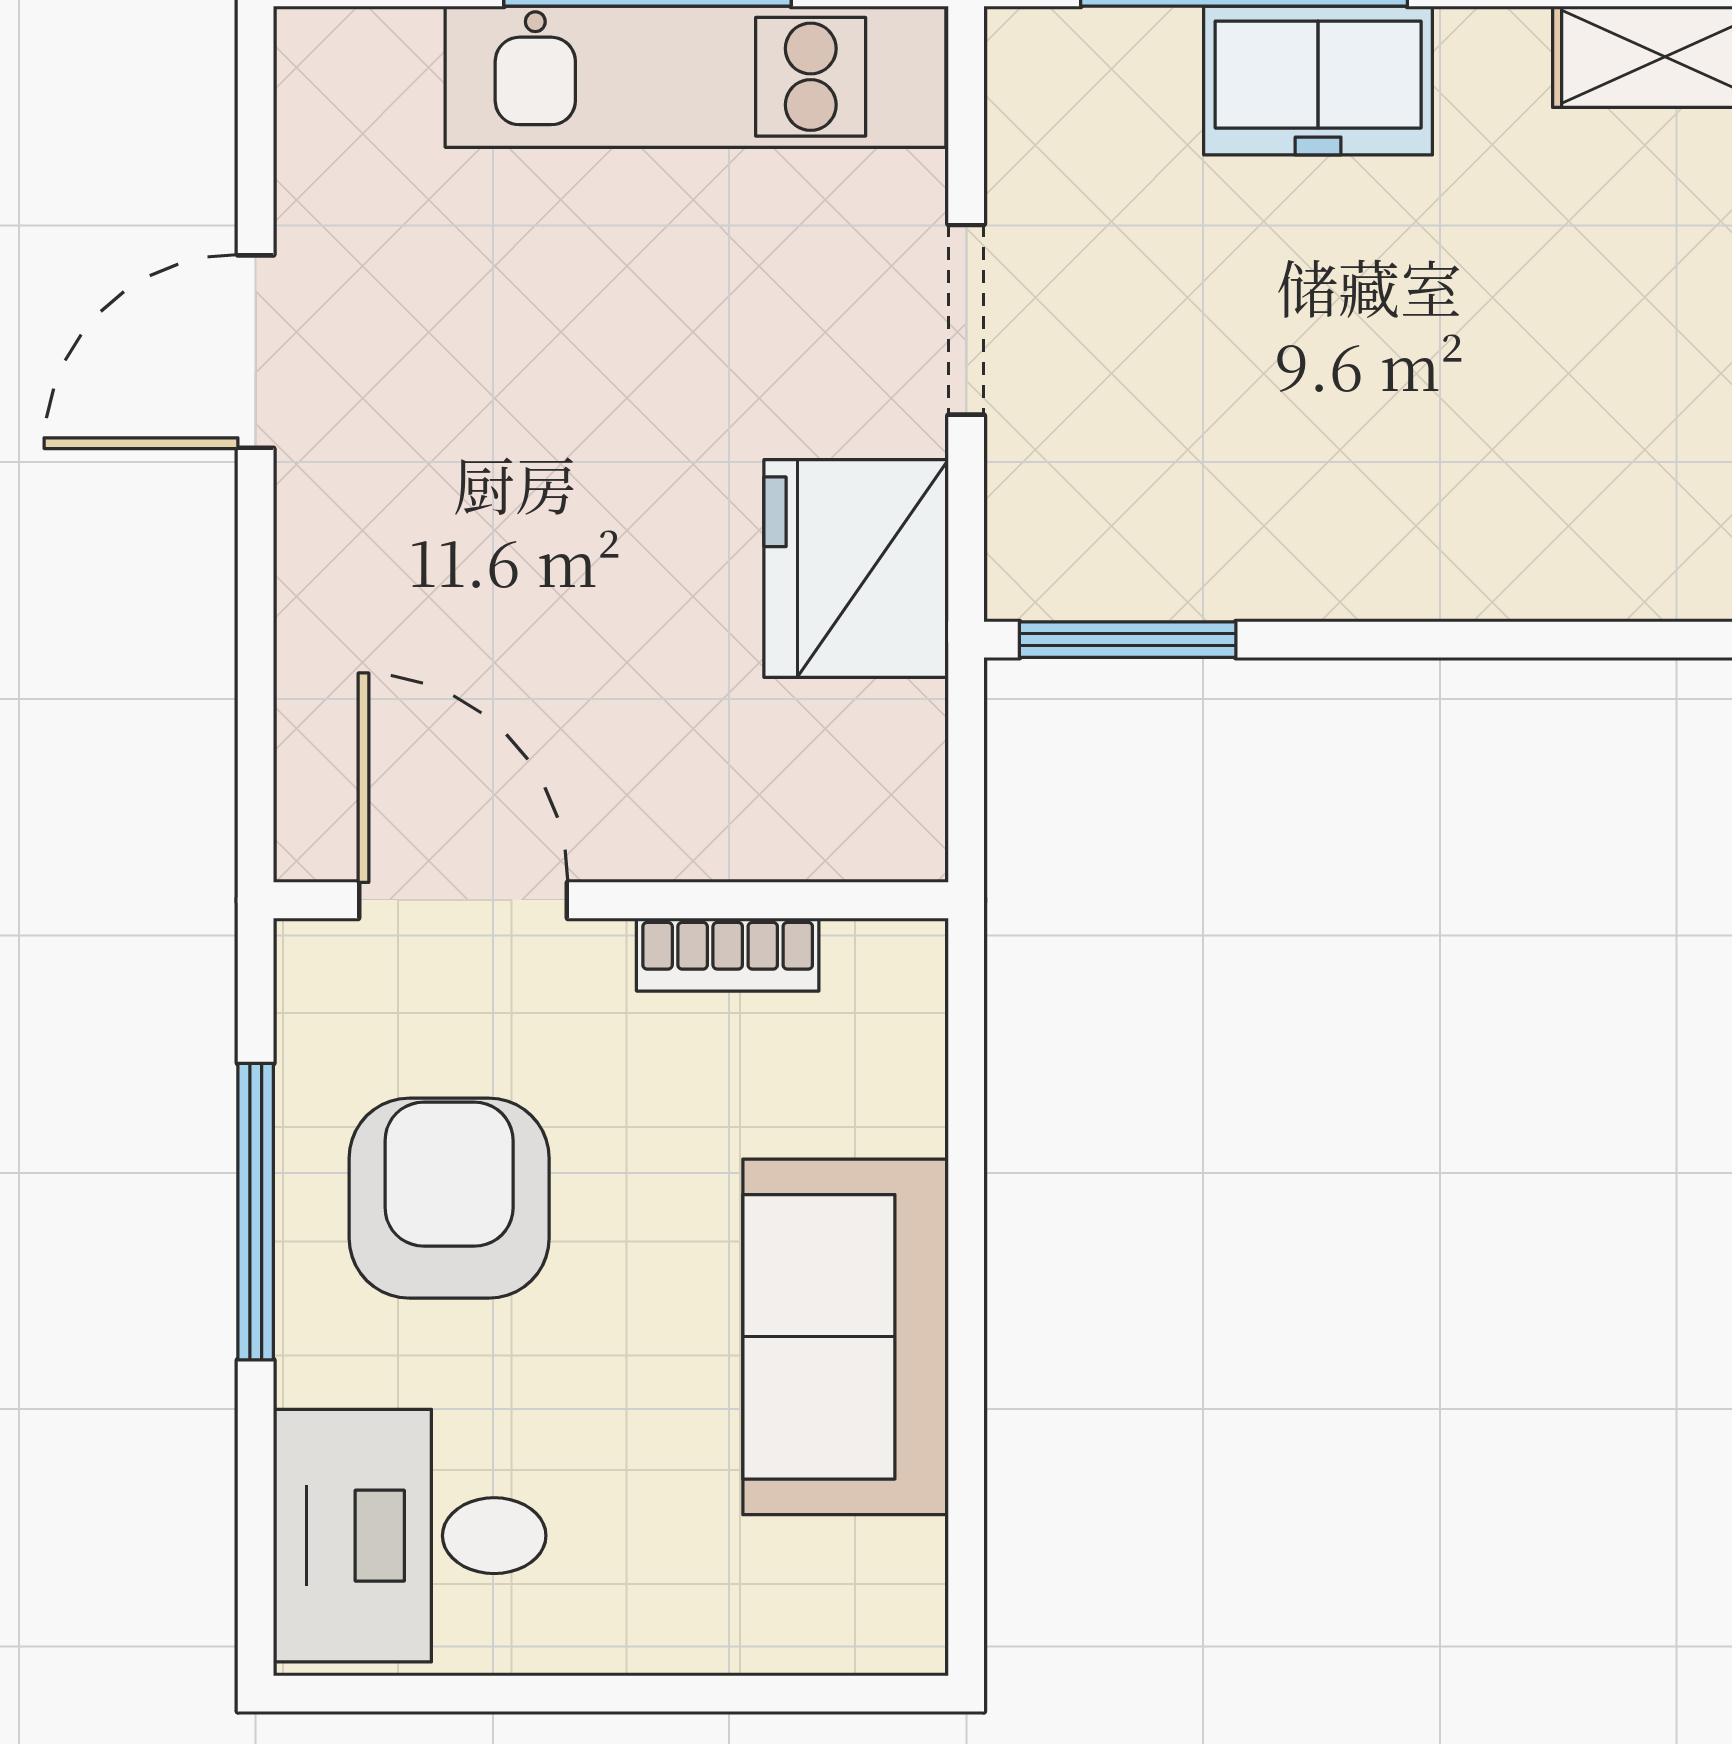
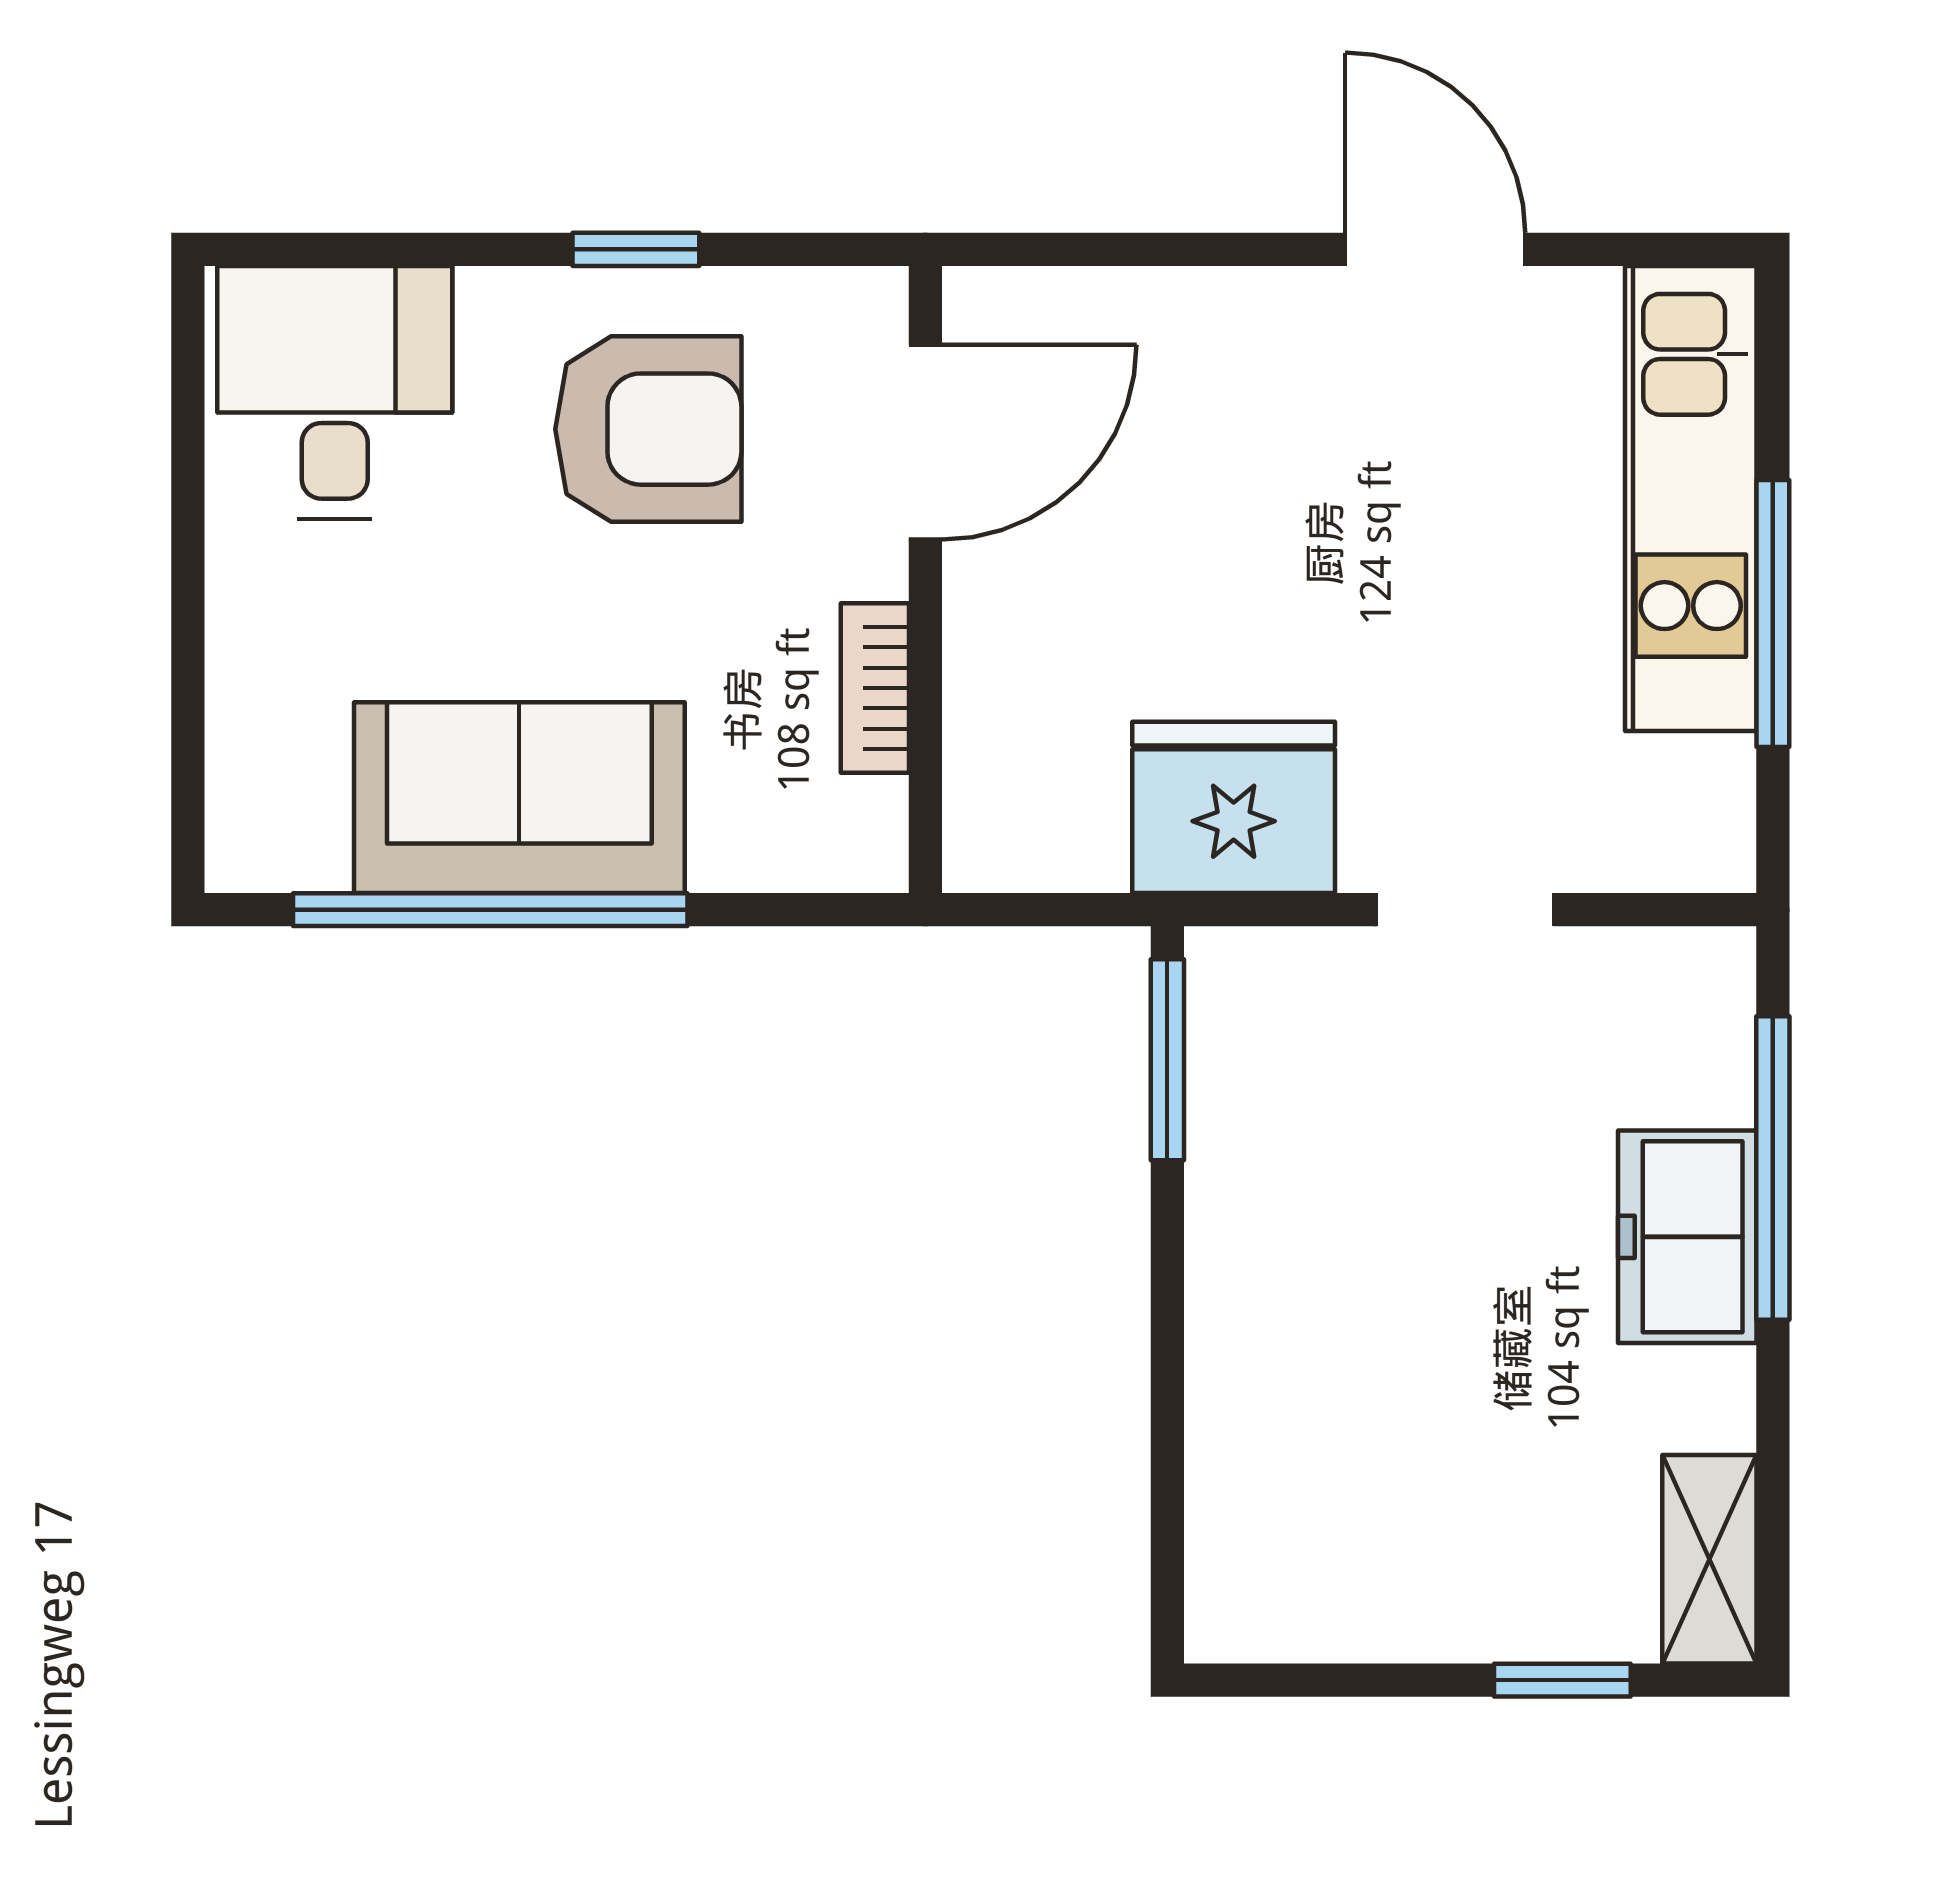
kitchen unit: (696, 77) -> (1691, 499), moved
window: (256, 1212) -> (636, 249), width x0.46
window: (966, 1368) -> (490, 910), added

